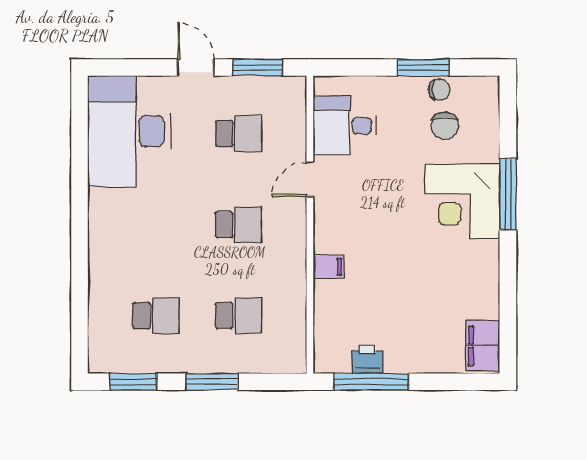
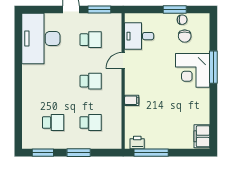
printer: (367, 359) -> (137, 143), moved

